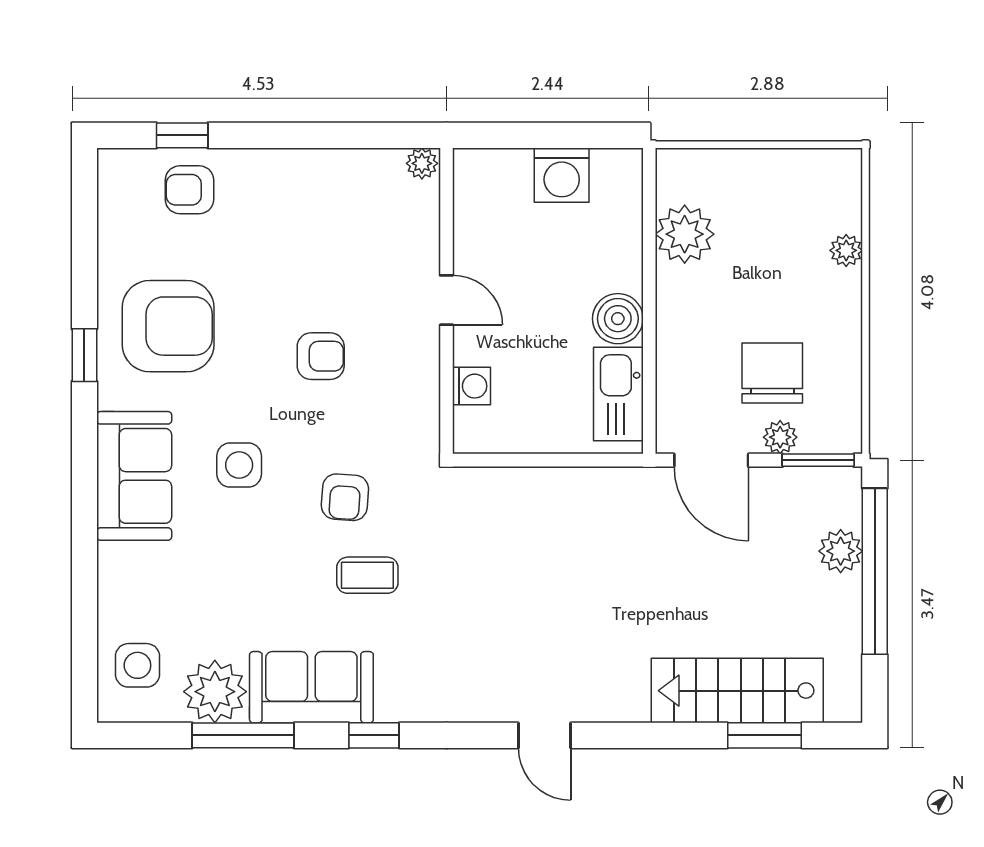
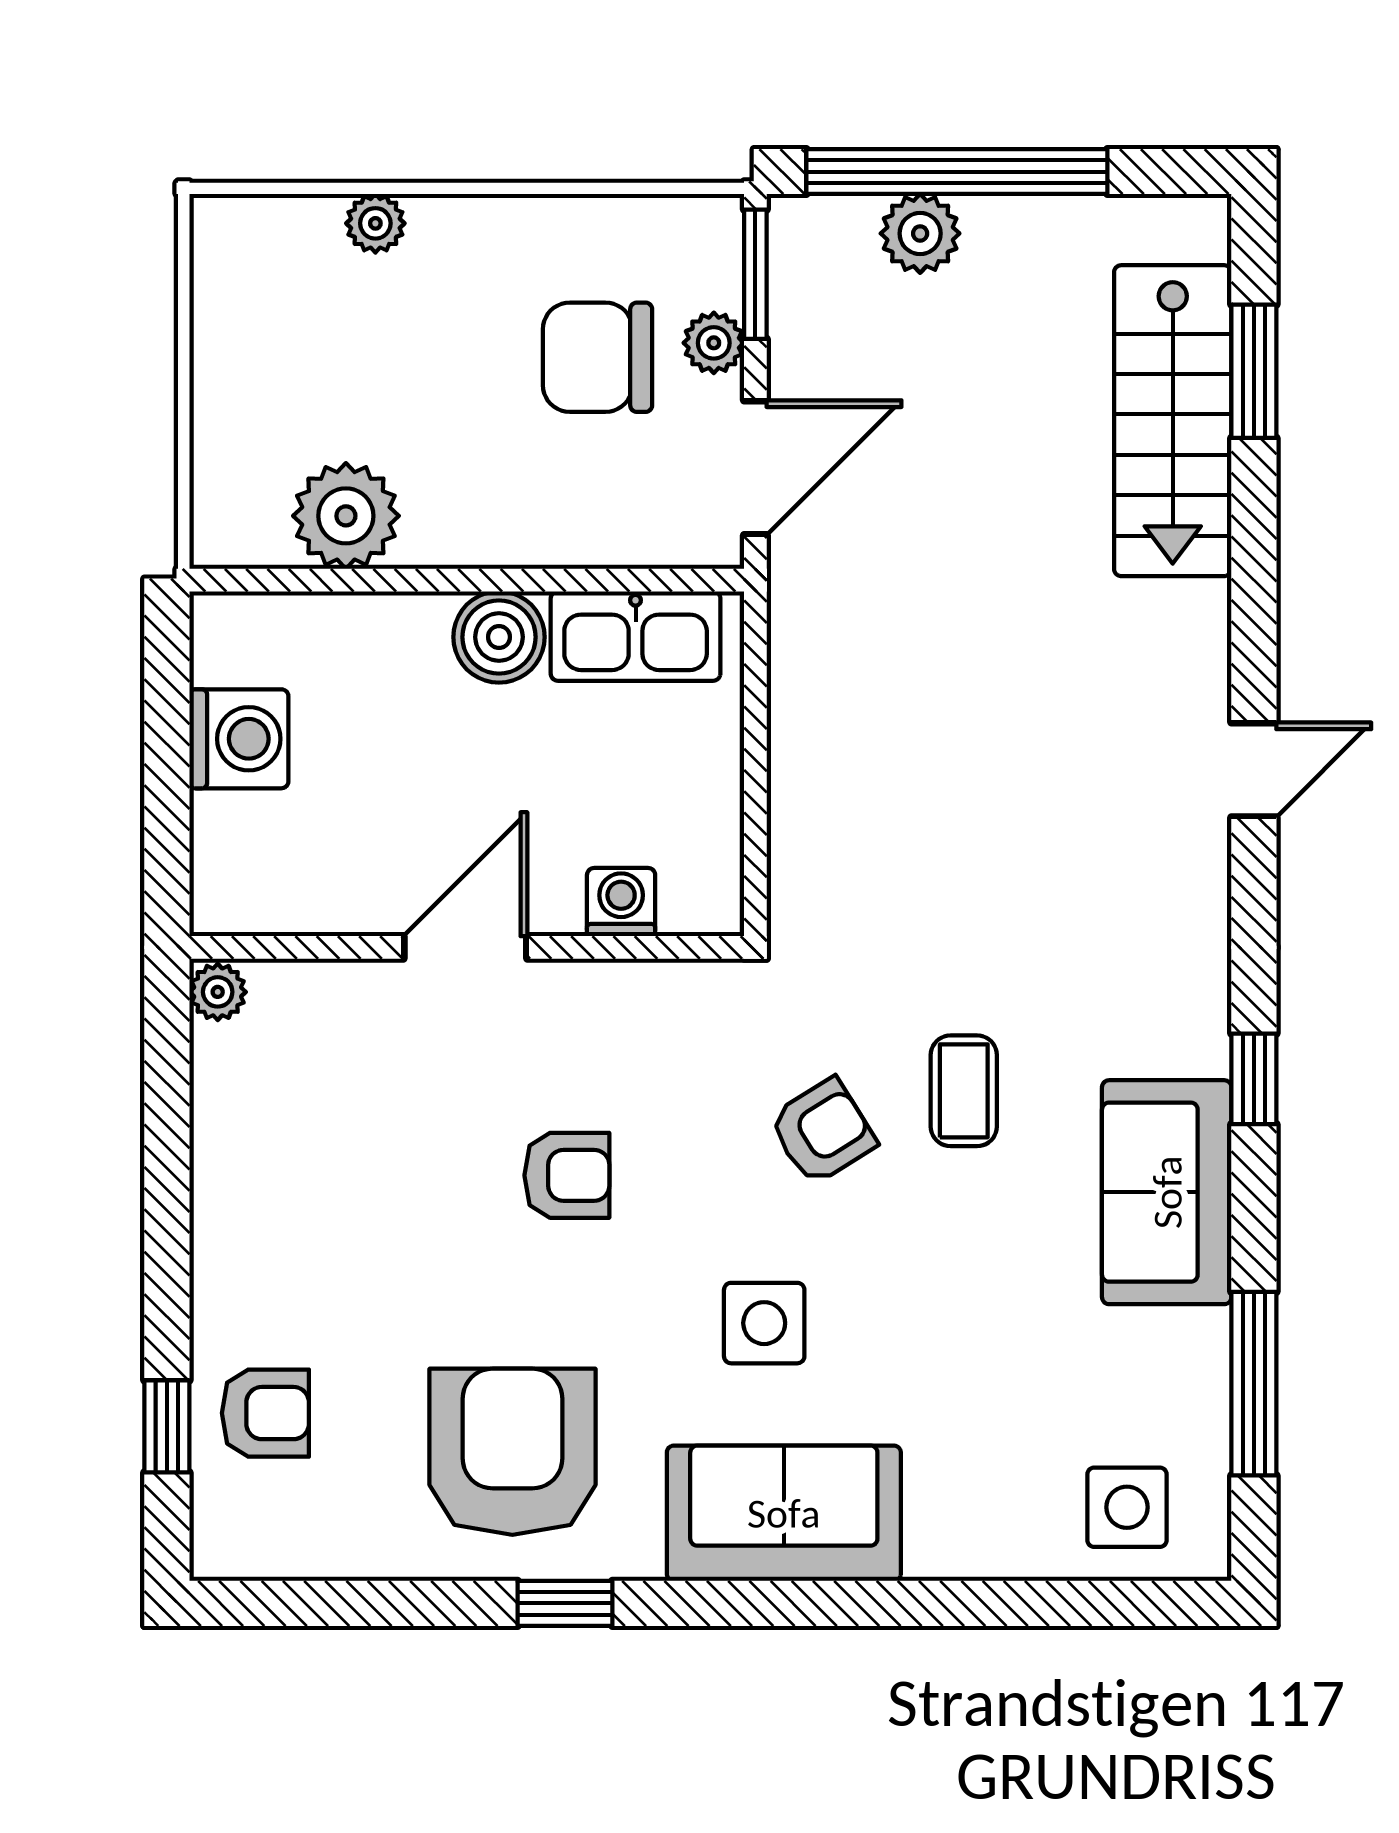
armchair: (189, 190) -> (265, 1413), turned -90
door: (447, 300) -> (465, 947), width x1.38
armchair: (321, 356) -> (567, 1175), turned 90
armchair: (345, 497) -> (822, 1131), turned -36
plant: (215, 692) -> (1175, 1367), removed
window: (243, 735) -> (1254, 1384), moved

